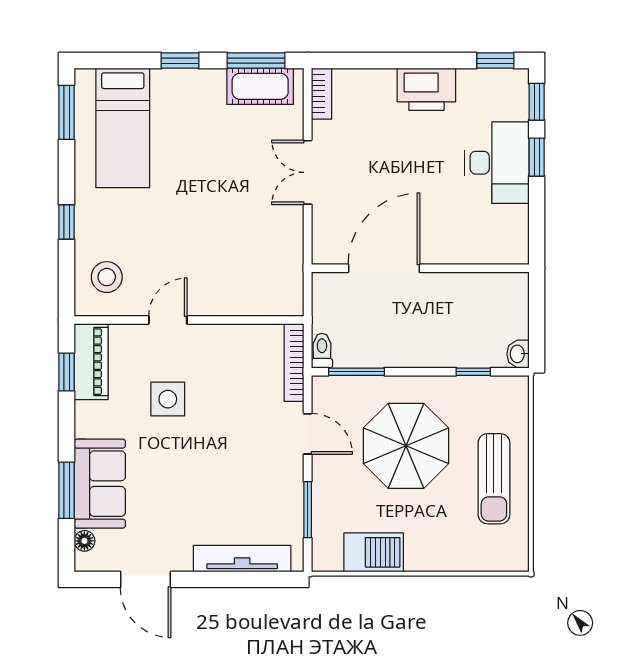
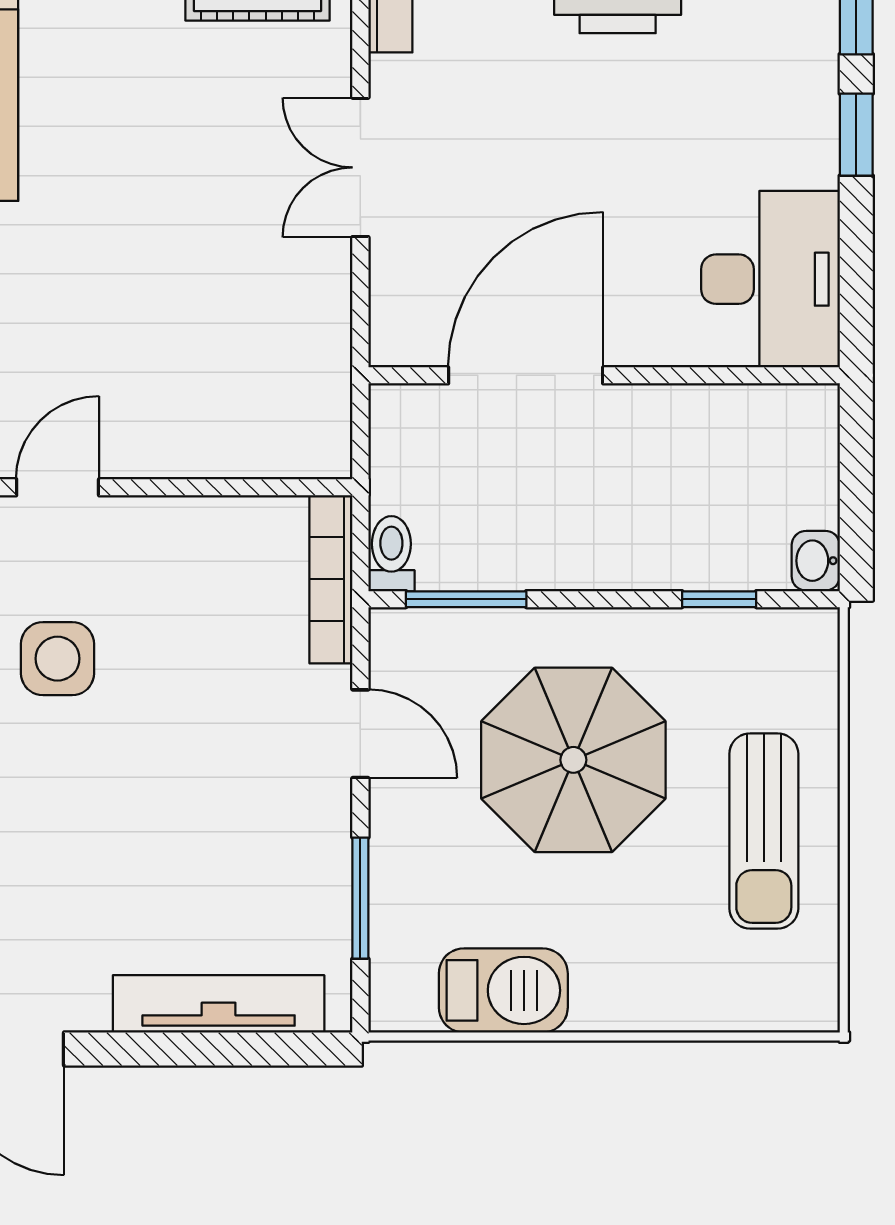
desk: (497, 163) -> (770, 279), moved

